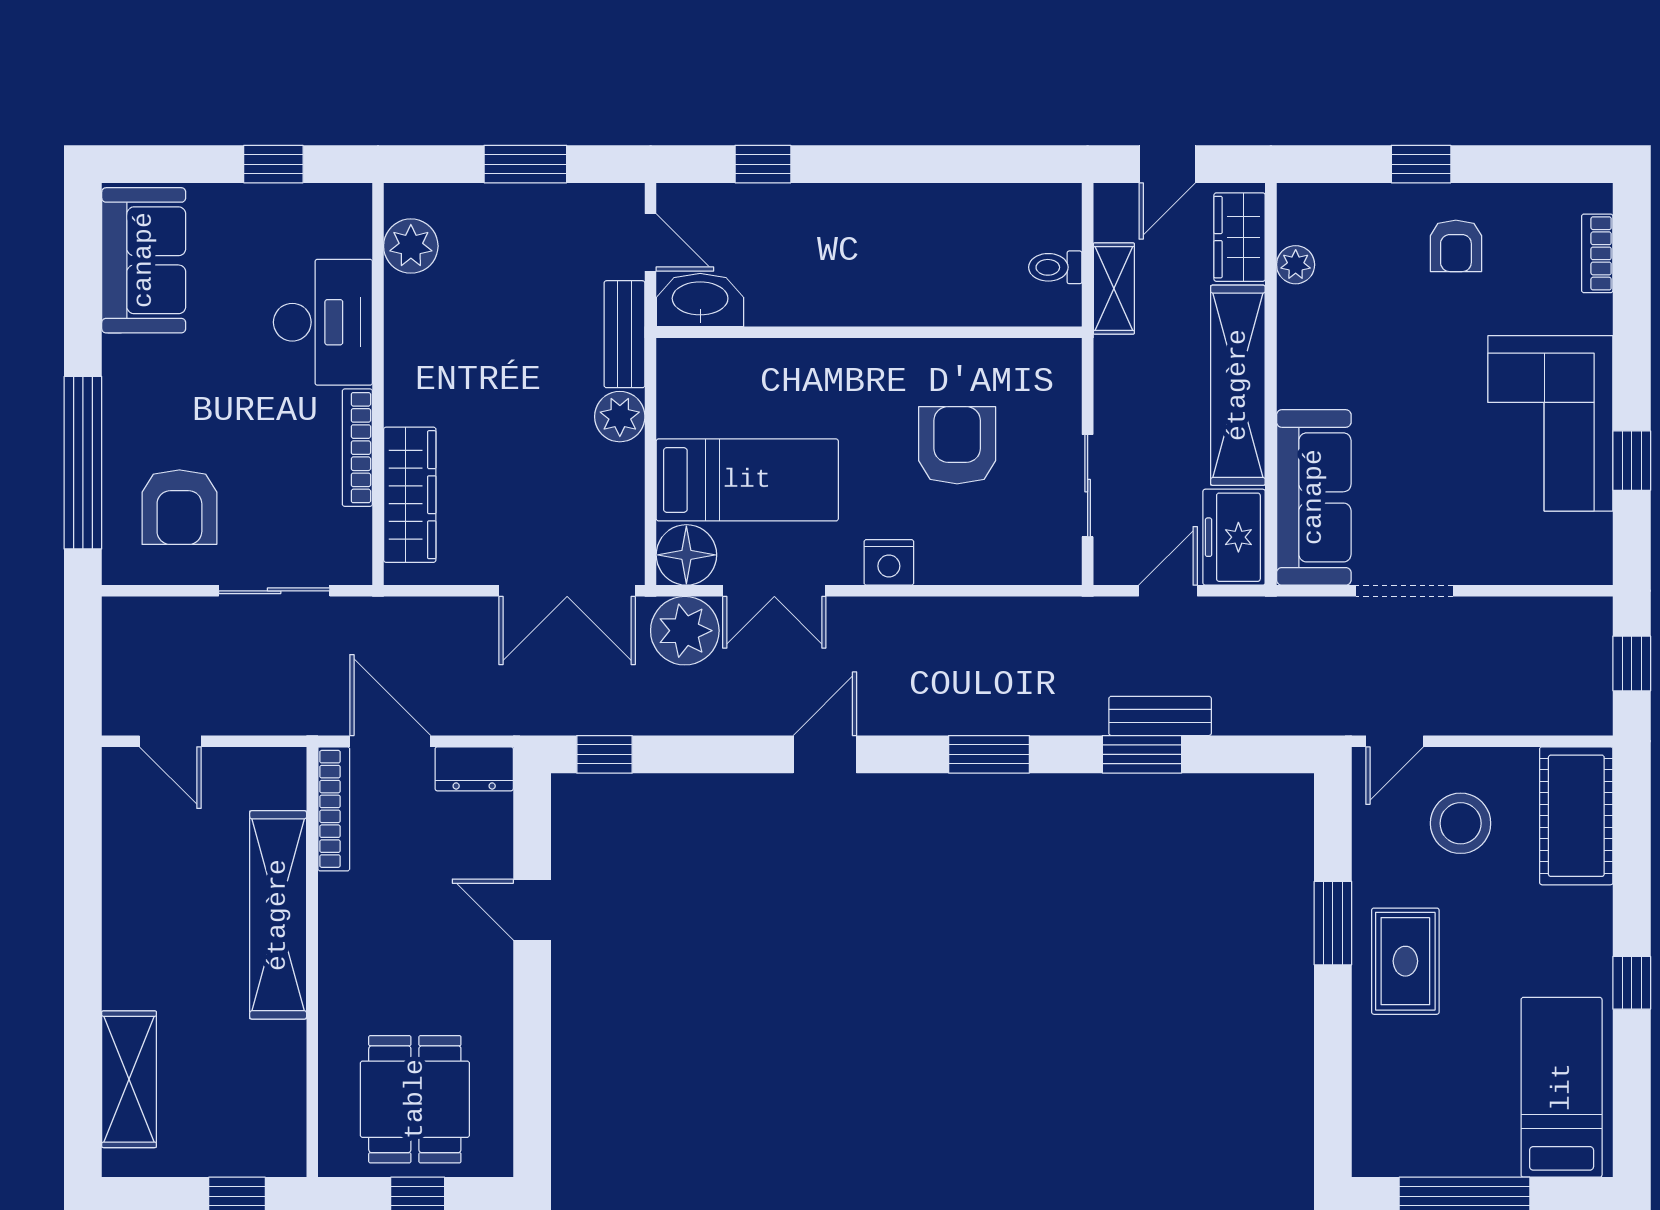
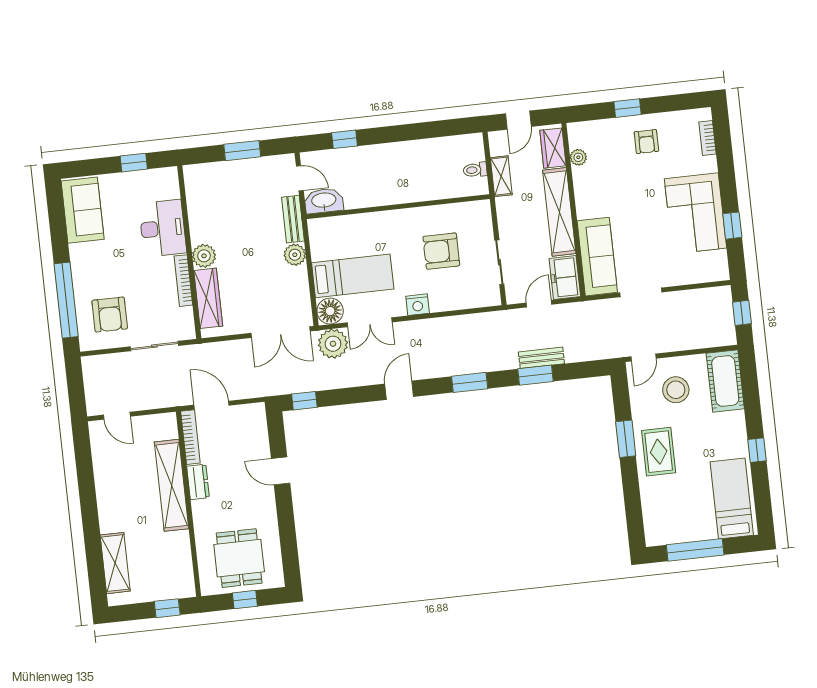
plant: (411, 246) -> (204, 256), moved
armchair: (957, 445) -> (441, 251), turned -90
dresser: (474, 769) -> (198, 482), moved, turned -90

